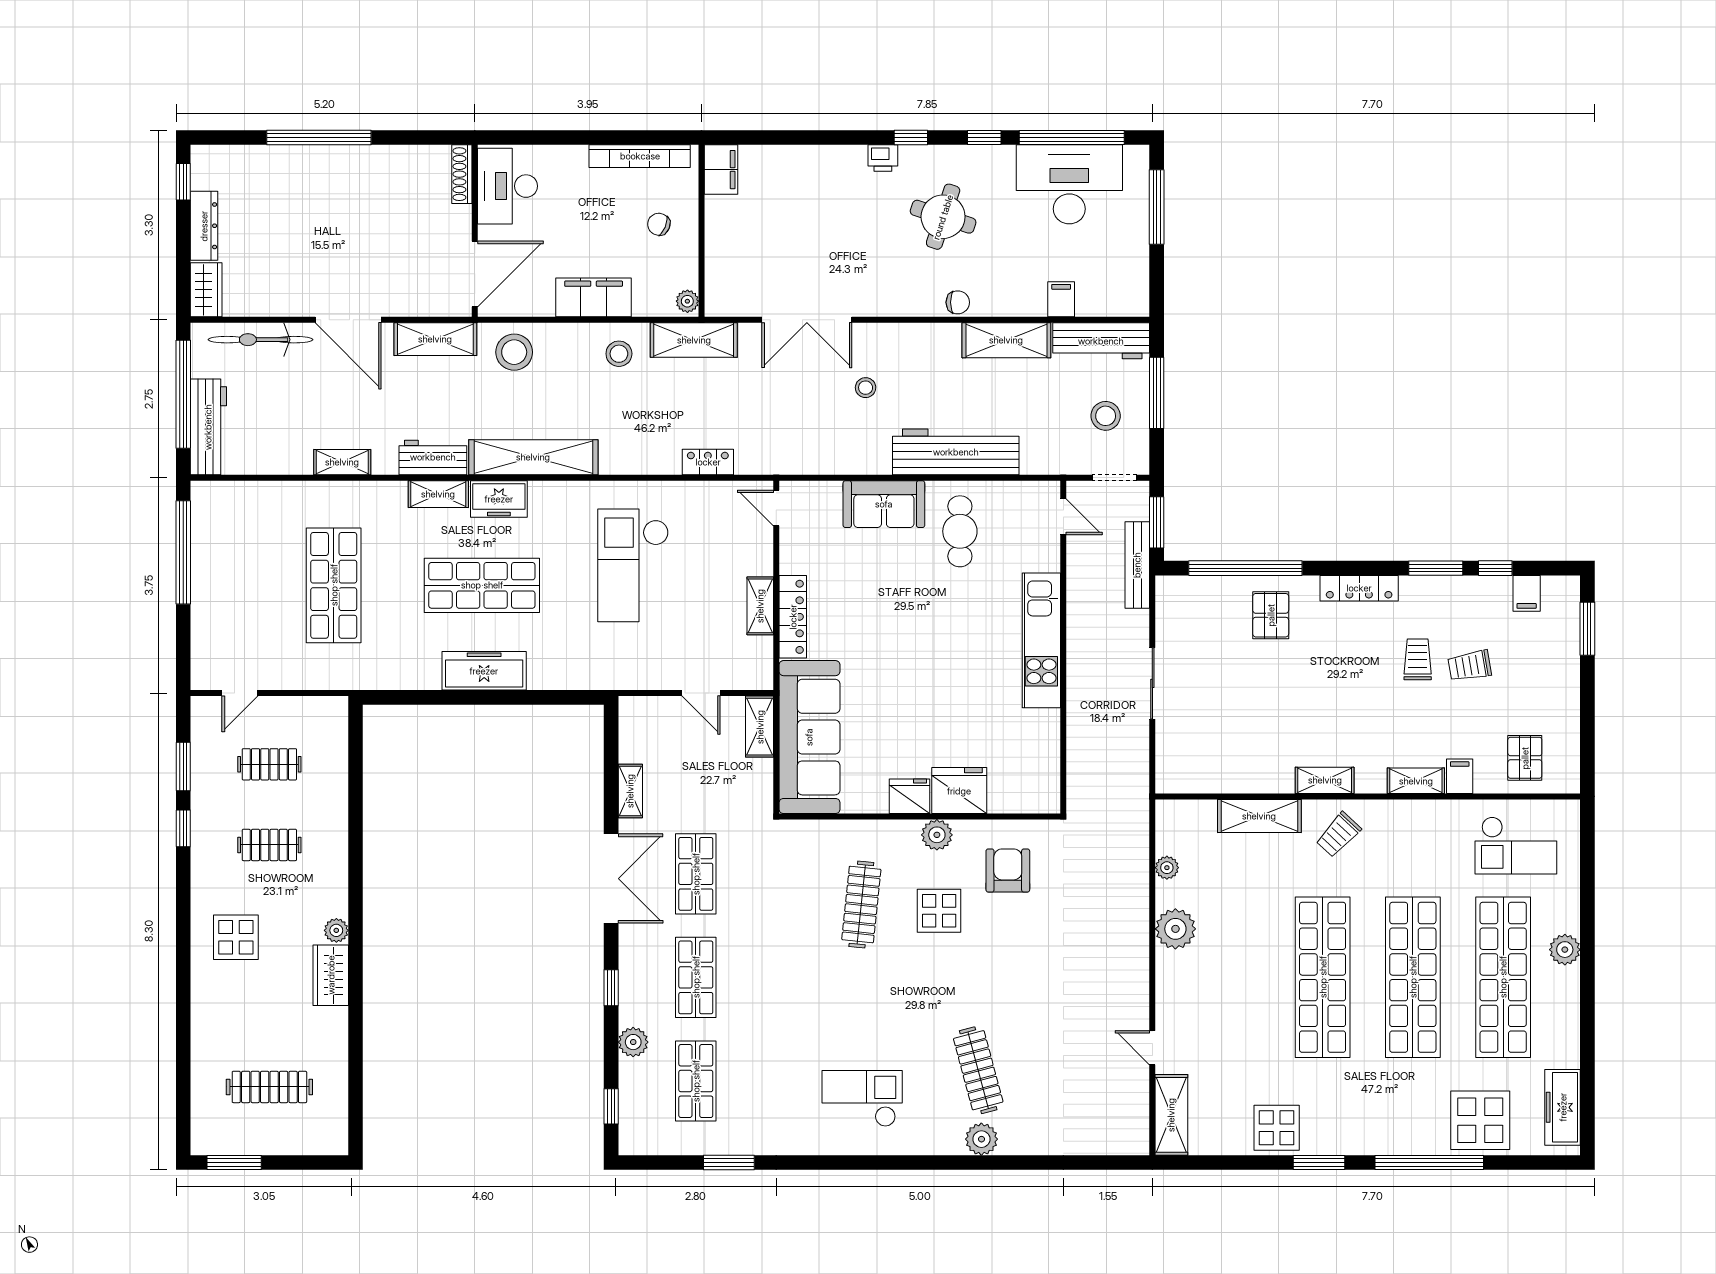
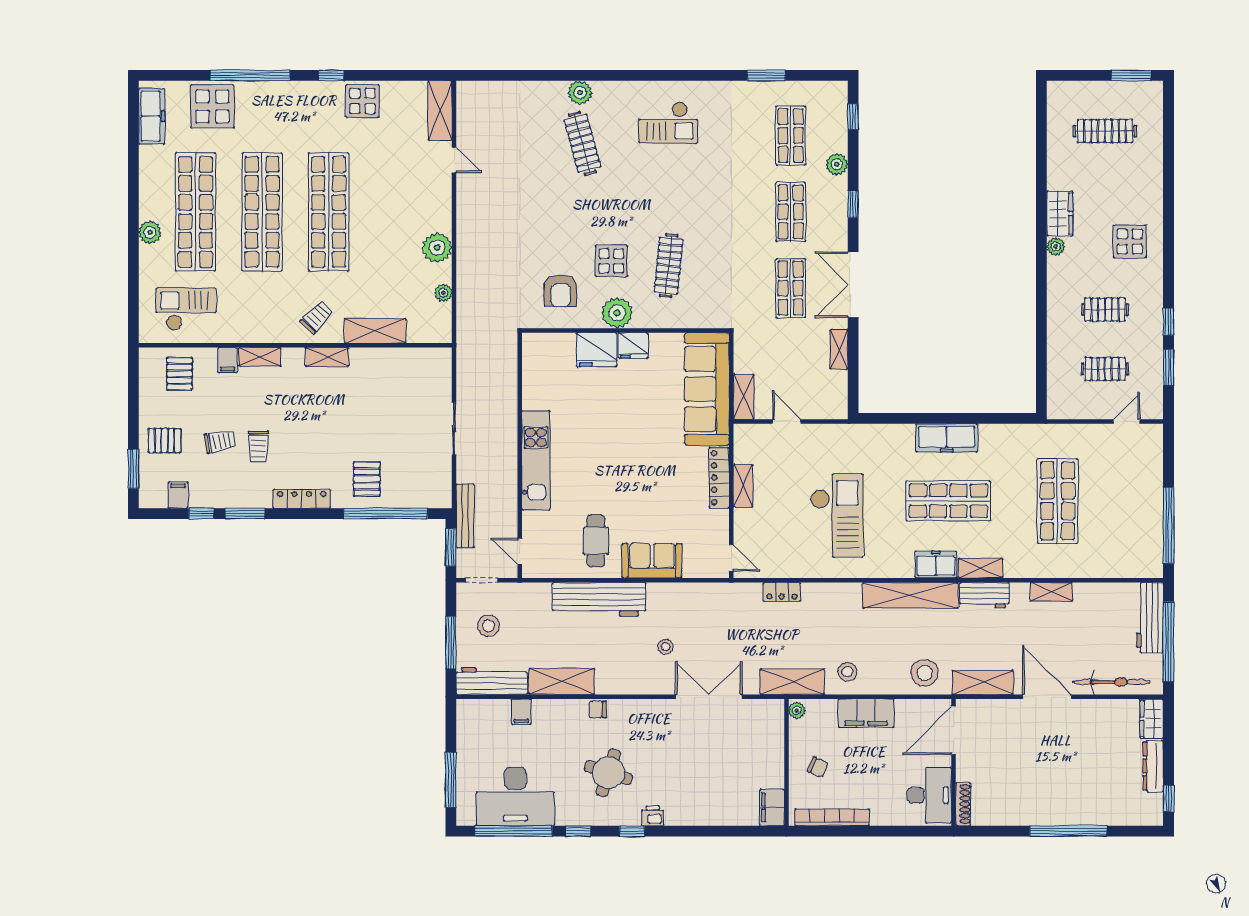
pallet: (1545, 667) -> (165, 441), added
plant: (937, 835) -> (617, 313), width x1.36, depth x1.36
window: (1319, 1163) -> (331, 75), width x0.67

